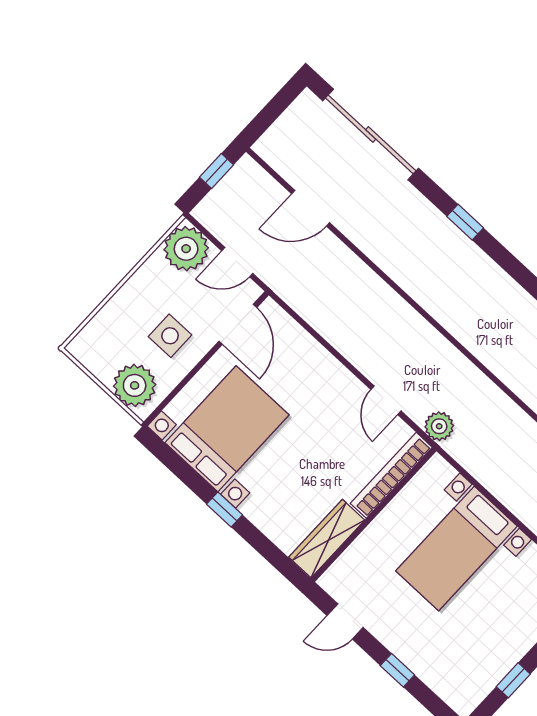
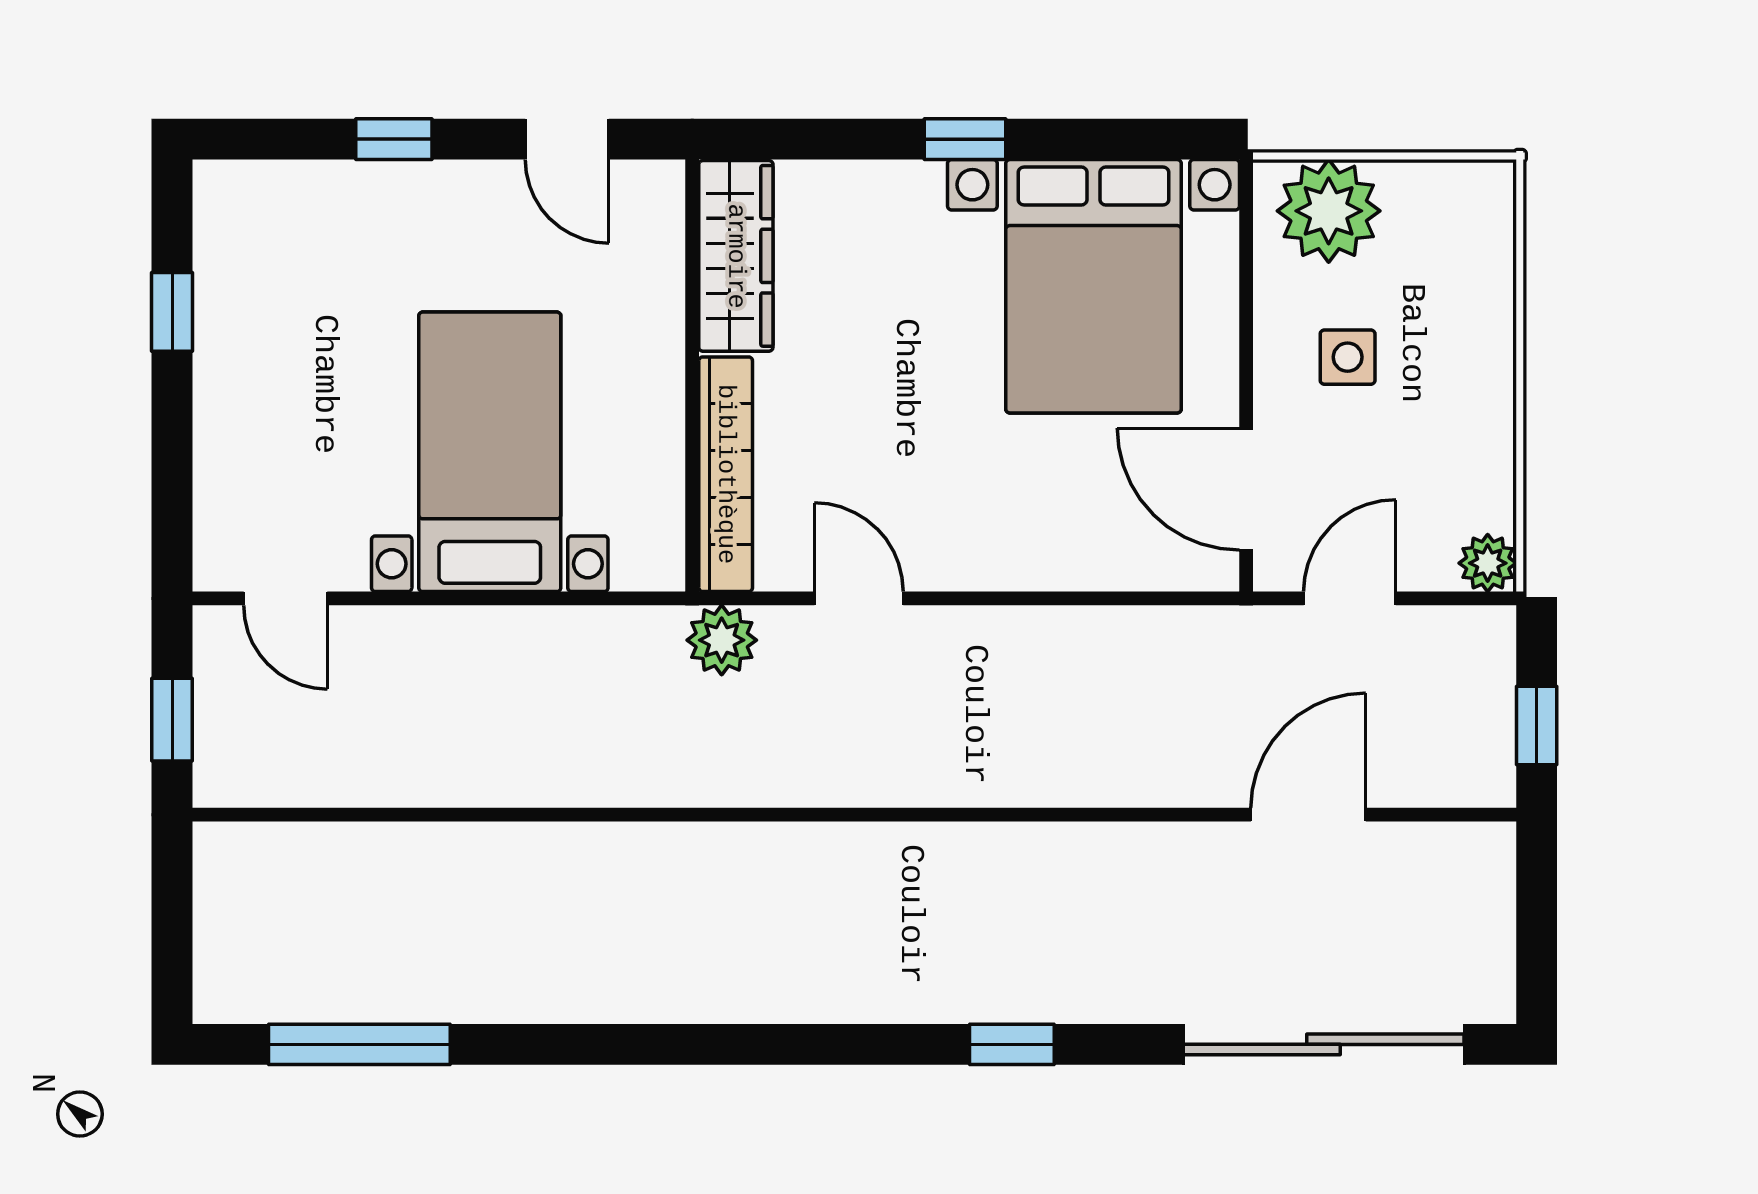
plant: (186, 249) -> (1488, 563), width x0.53, depth x0.53
side table: (170, 336) -> (1348, 357), width x0.73, depth x0.73
door: (345, 621) -> (567, 139), swing flipped

